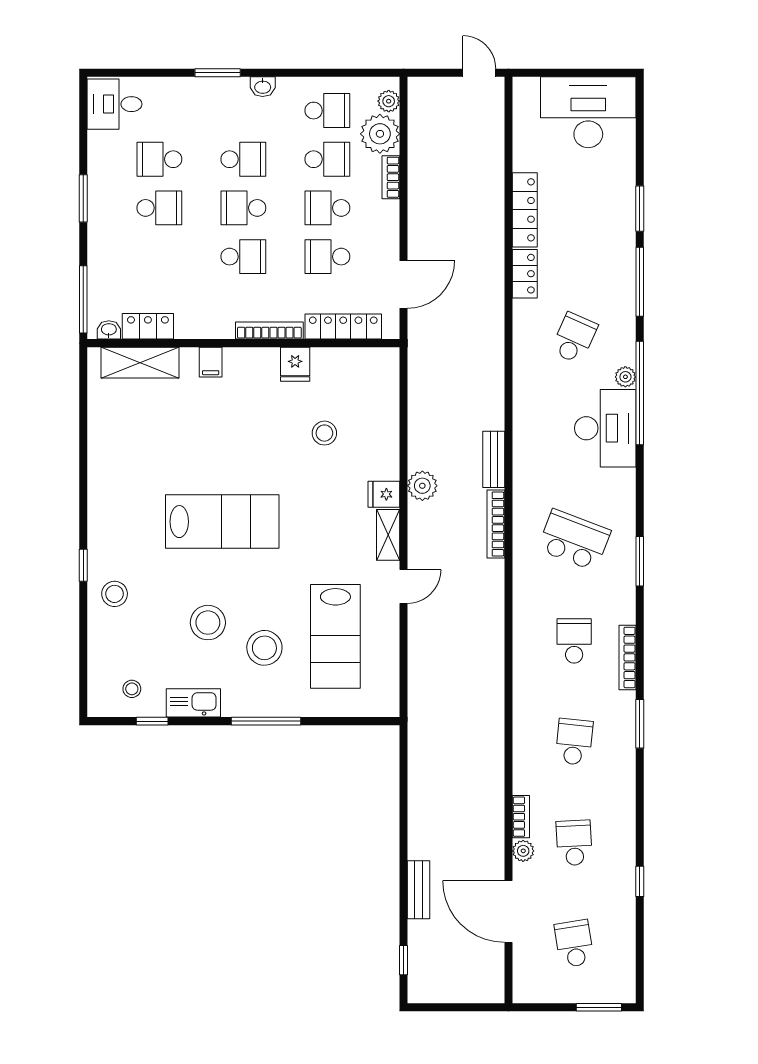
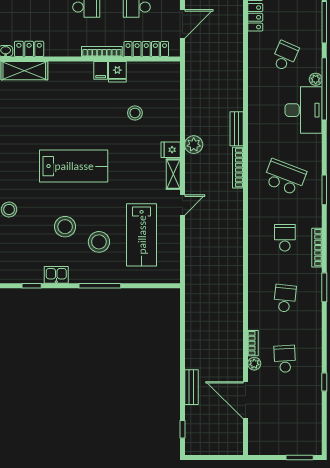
filing cabinet: (211, 362) -> (101, 70), moved
stool: (132, 689) -> (19, 266), removed
kitchen sink: (193, 703) -> (56, 275), width x0.73
school desk: (574, 944) -> (285, 419), removed

